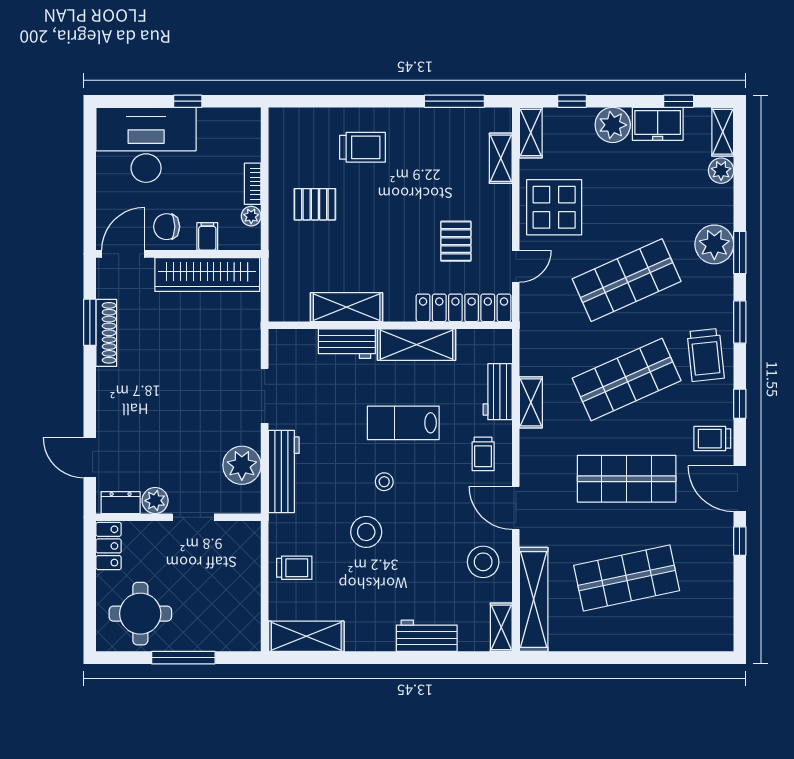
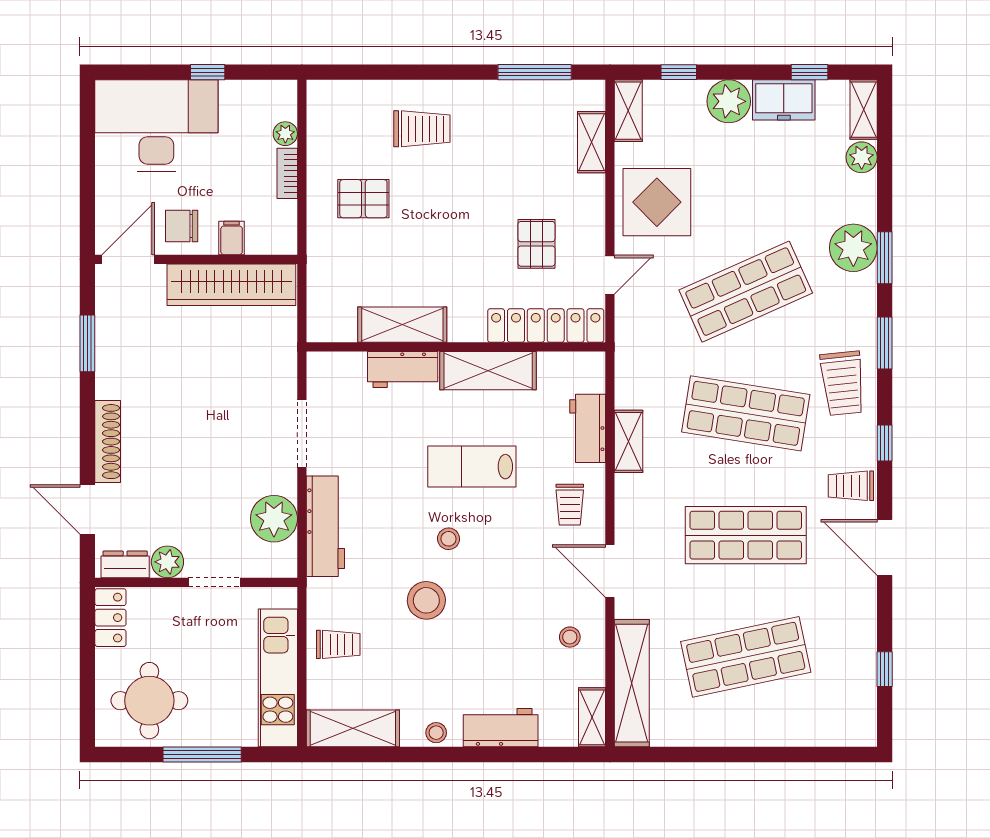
plant: (251, 216) -> (285, 134), moved
shoe rack: (106, 333) -> (108, 442), moved
shop shelf: (627, 379) -> (746, 413), turned 33
window: (740, 541) -> (885, 669), moved
stool: (483, 562) -> (570, 637), width x0.53, depth x0.53
kitchen unit: (245, 595) -> (278, 678), added
stool: (374, 640) -> (436, 733), added

